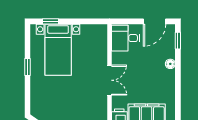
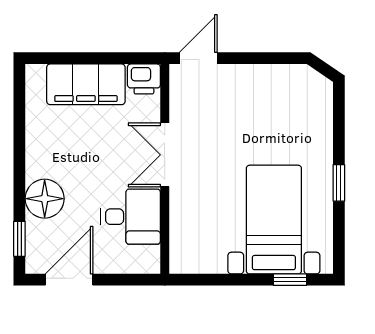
desk: (126, 38) -> (131, 217), moved
floor lamp: (170, 64) -> (45, 199), width x1.89, depth x1.89

